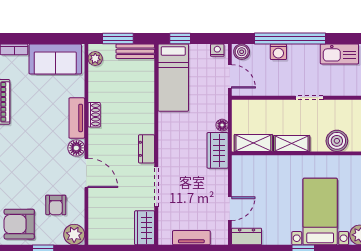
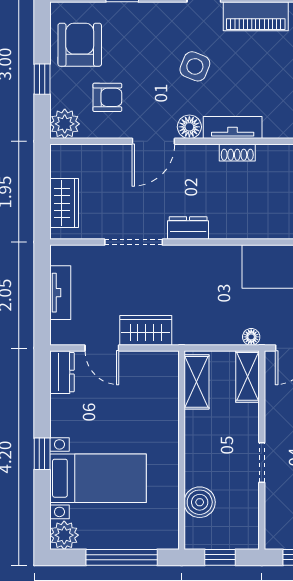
floor lamp: (222, 125) -> (251, 337), moved
shelving: (292, 143) -> (248, 376), moved
side table: (34, 144) -> (195, 66), added
wardrobe: (218, 150) -> (146, 330), moved
armchair: (56, 205) -> (107, 97), turned 180
wardrobe: (145, 228) -> (64, 203), moved, turned 90

